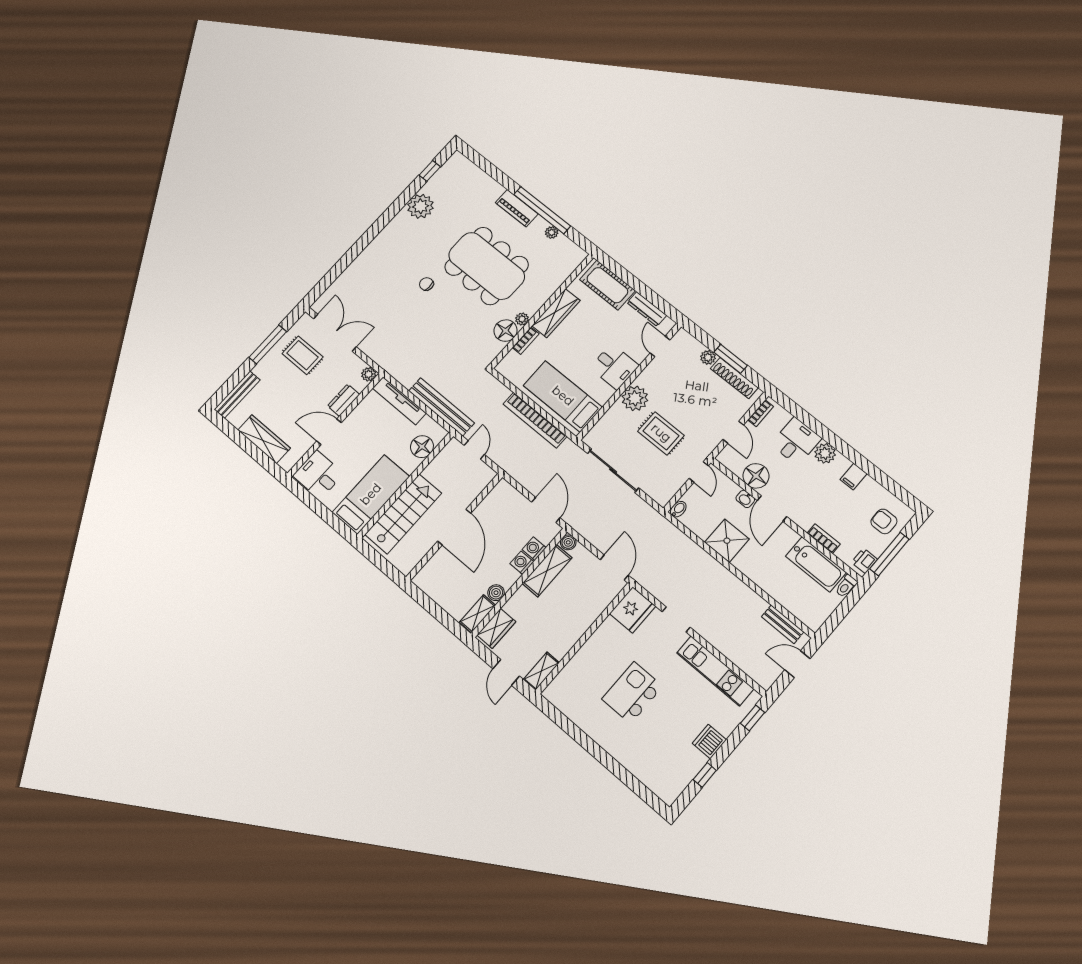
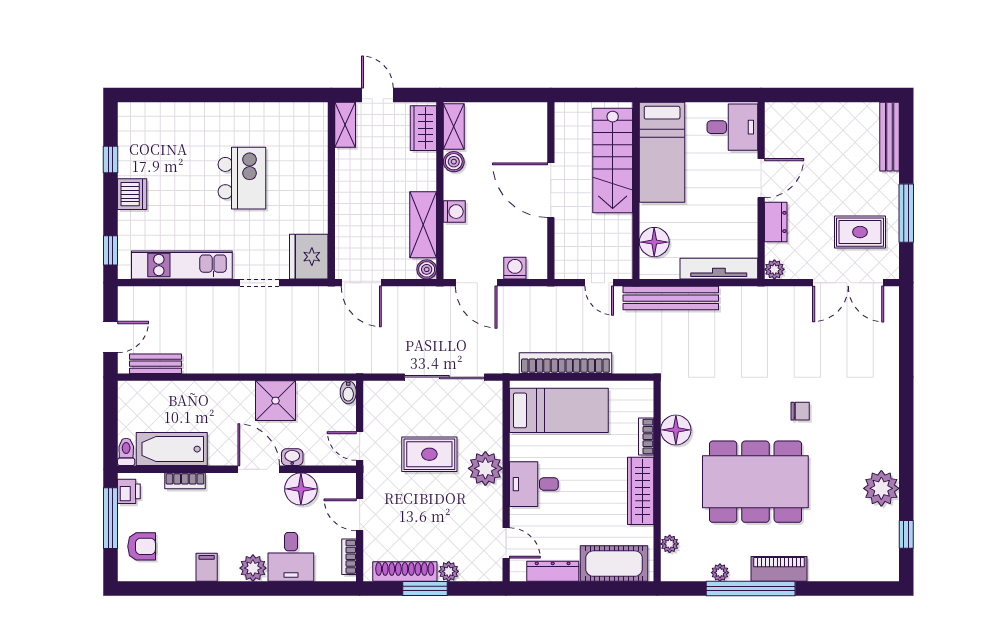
plant: (522, 319) -> (670, 544), moved
wardrobe: (264, 439) -> (820, 116), removed
washing machine: (534, 549) -> (515, 268), moved, turned -90

